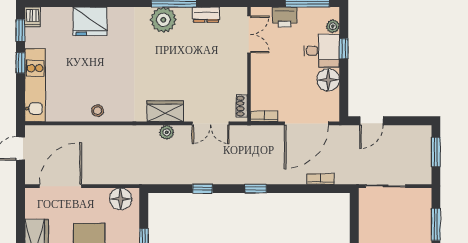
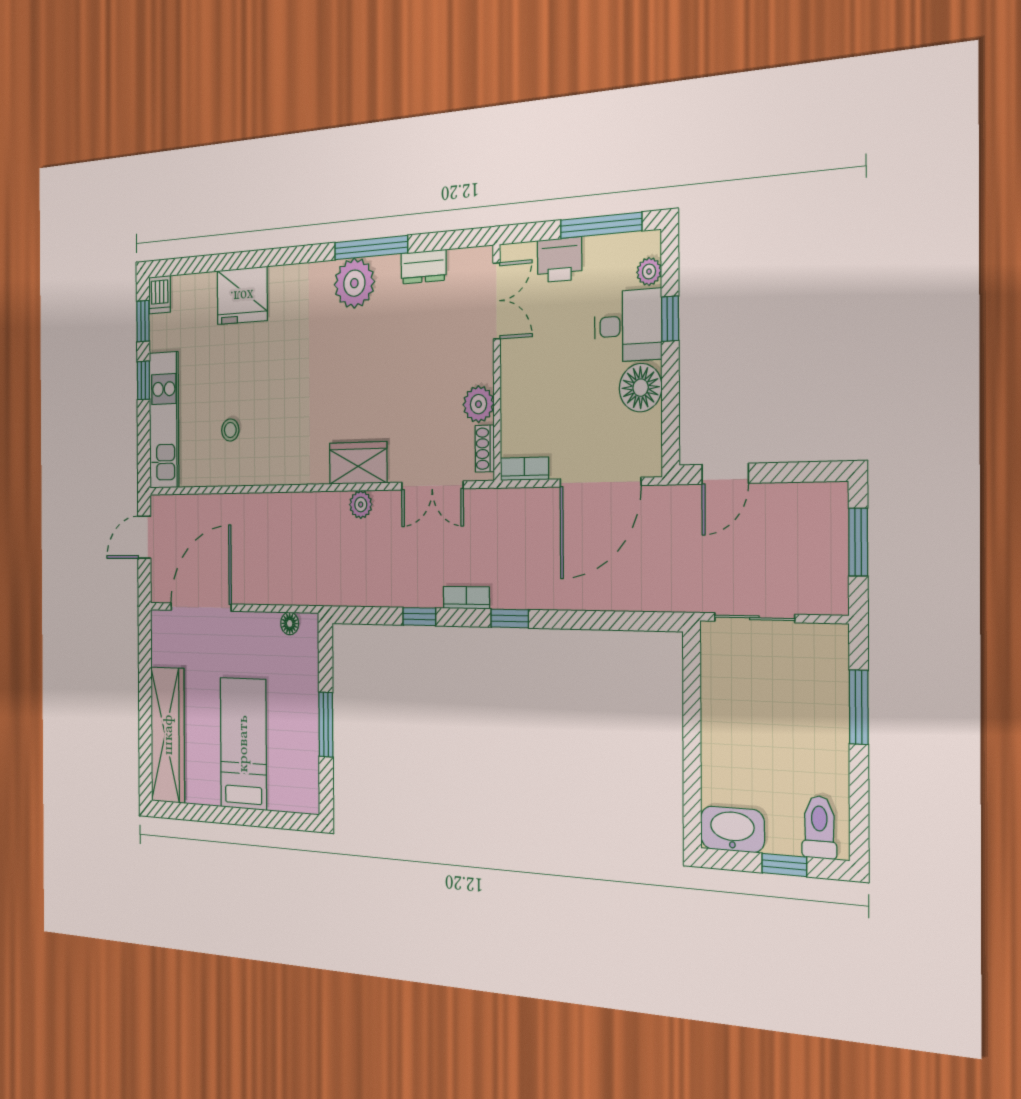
plant: (238, 84) -> (478, 404), added
stool: (97, 111) -> (230, 430), moved
bookcase: (321, 179) -> (466, 598), moved
floor lamp: (121, 199) -> (290, 623), width x0.53, depth x0.53

